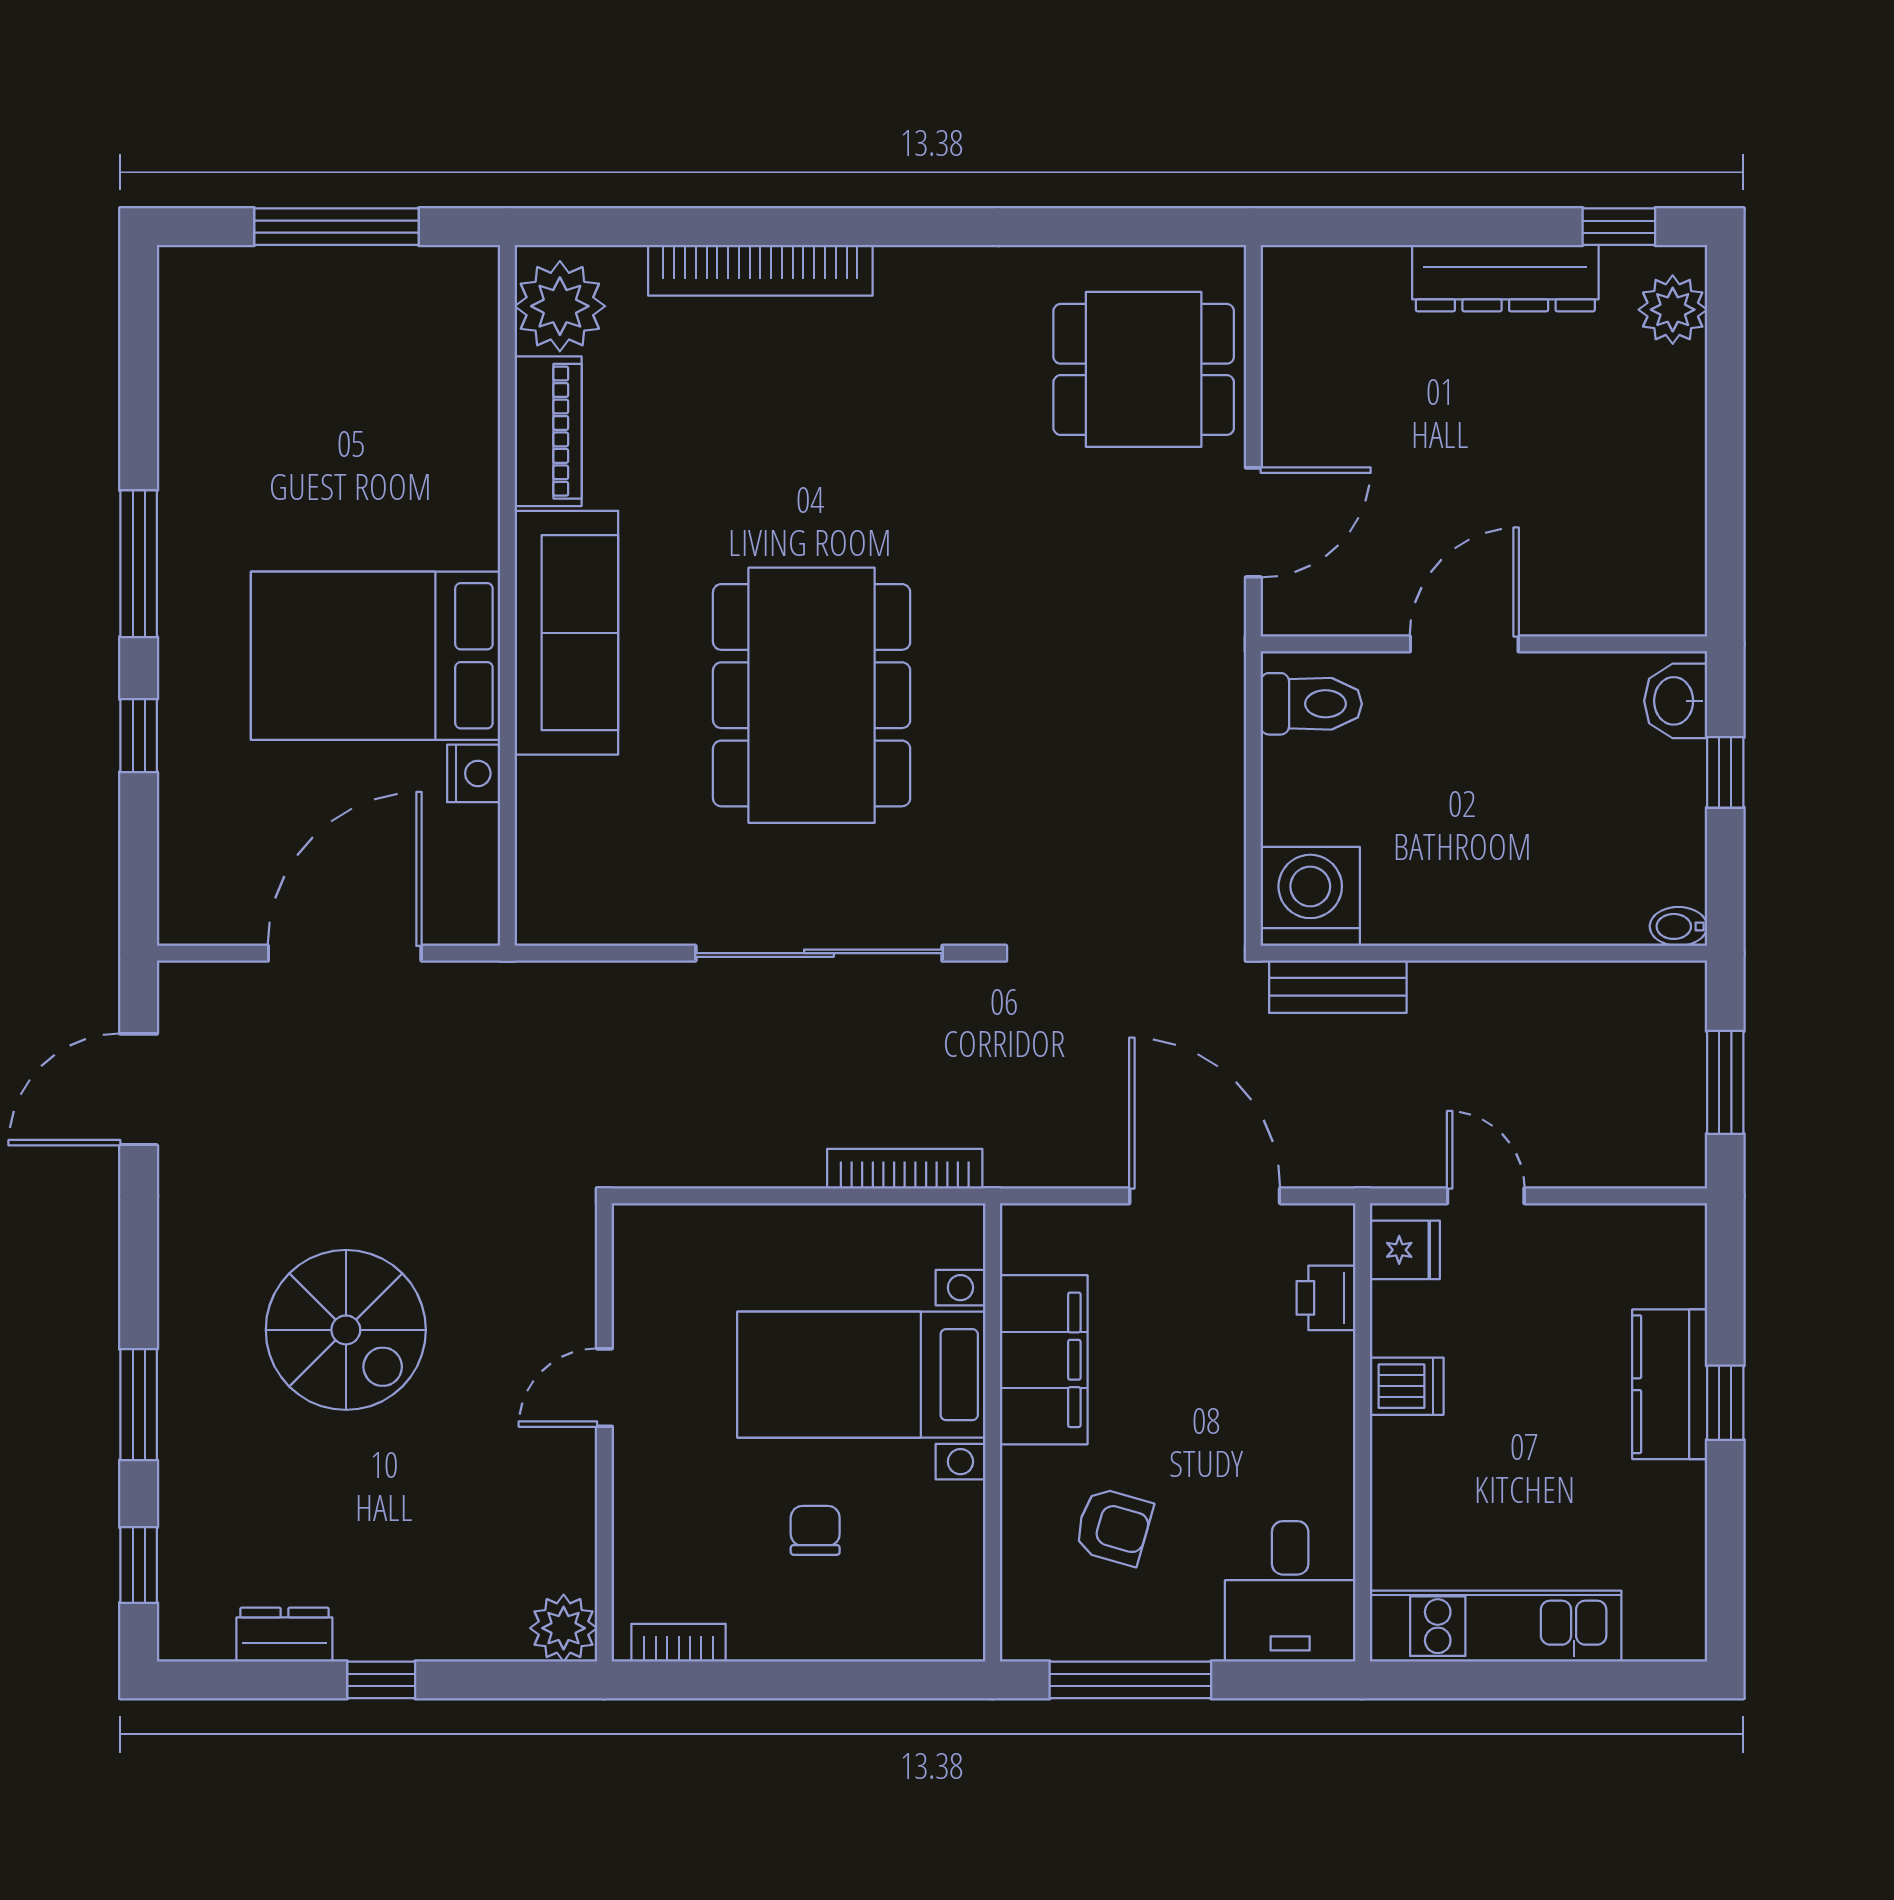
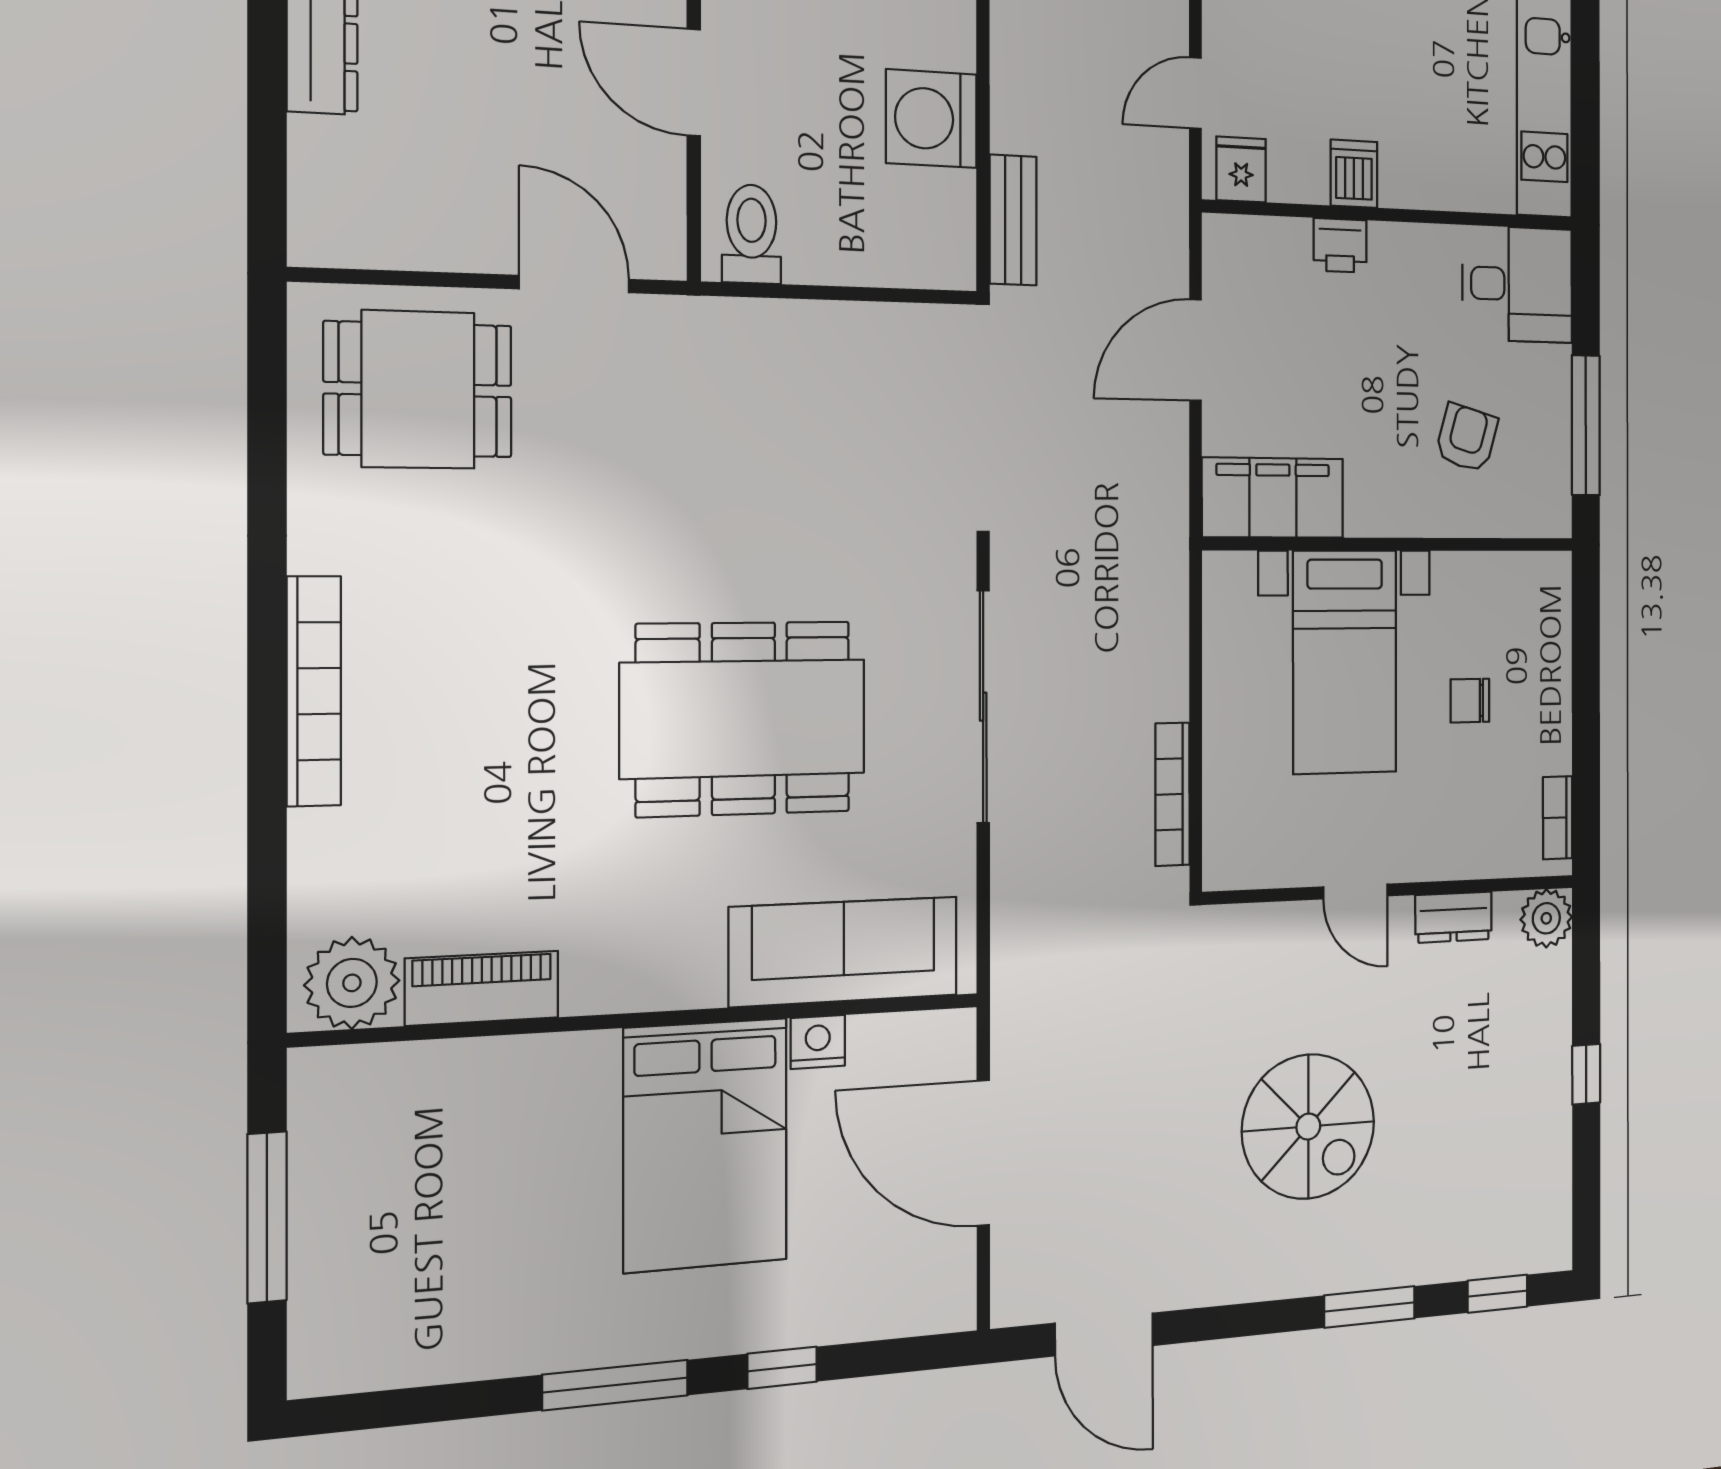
bookcase: (760, 270) -> (314, 691), moved
dining table: (1144, 369) -> (418, 390), turned 90
sofa: (566, 633) -> (844, 951), moved
washing machine: (1310, 896) -> (931, 119), moved
bookcase: (905, 1169) -> (1173, 794), moved
door: (1205, 1196) -> (1195, 350), width x0.73
printer: (1326, 1298) -> (1340, 245), moved
spiral stairs: (346, 1330) -> (1308, 1127), turned 90
filing cabinet: (1044, 1360) -> (1273, 498), moved
dresser: (284, 1635) -> (1453, 917), moved, turned -90

